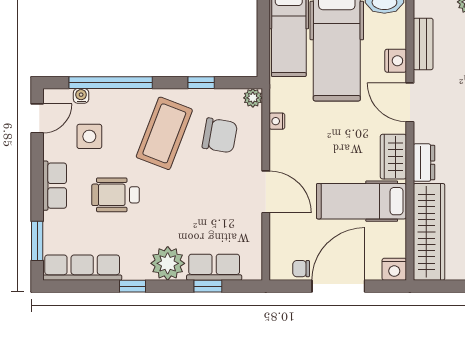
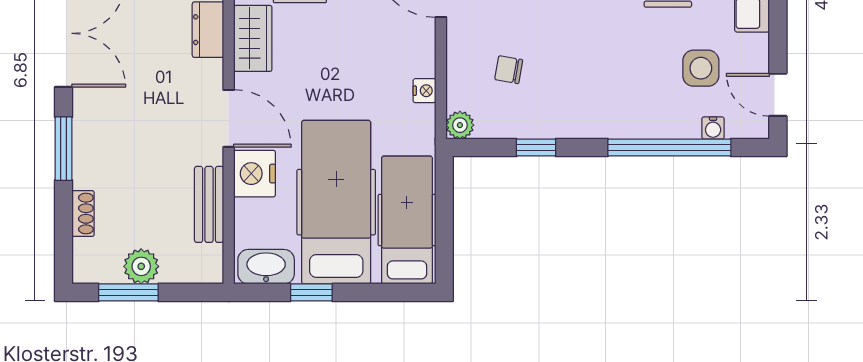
nightstand: (396, 61) -> (255, 174), width x1.36, depth x1.33
door: (37, 118) -> (778, 95), hinge flipped
coffee table: (164, 133) -> (590, 73), removed
chair: (220, 135) -> (509, 70), width x0.54, depth x0.54

